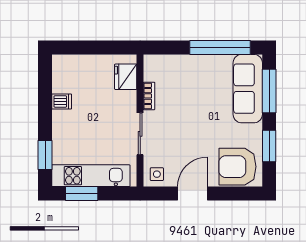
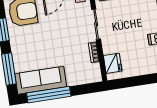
sofa: (248, 89) -> (41, 80), moved, turned -90

